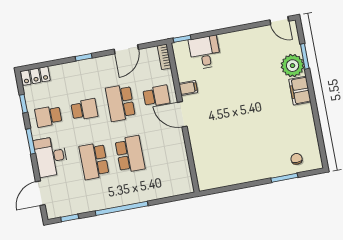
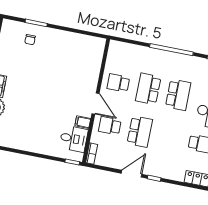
door: (126, 49) -> (131, 174), moved
desk: (205, 52) -> (74, 139), moved, turned -90
school desk: (84, 109) -> (118, 83), moved
chair: (297, 159) -> (30, 40), moved

